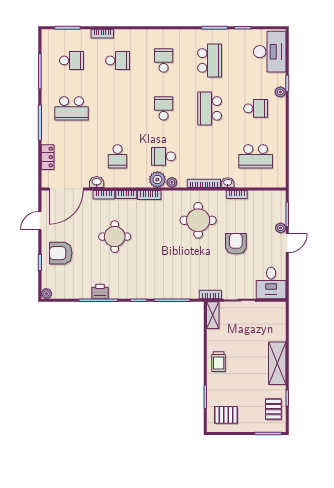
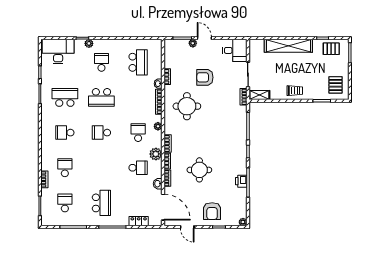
school desk: (164, 156) -> (138, 133), turned 180
plant: (157, 179) -> (156, 154), moved
shelving: (277, 363) -> (288, 46), width x1.47

